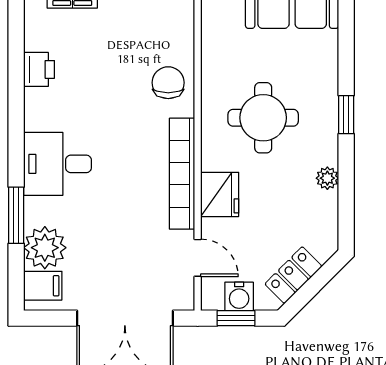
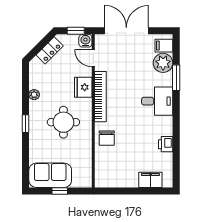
water cooler: (239, 296) -> (85, 41), moved

